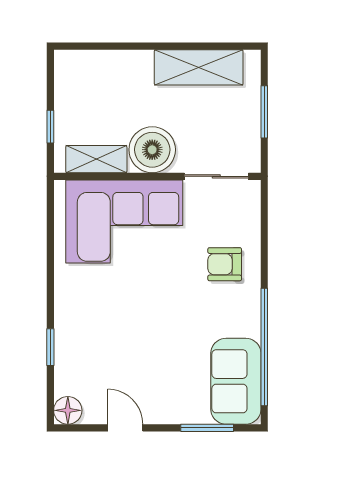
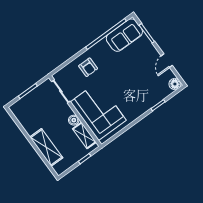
shelving: (199, 67) -> (46, 147), moved
boiler: (152, 150) -> (74, 120), width x0.54, depth x0.54

